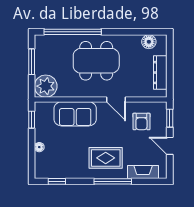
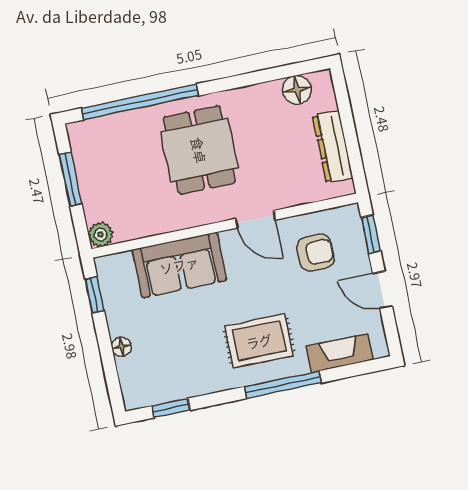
dining table: (96, 61) -> (199, 150), width x0.73
plant: (46, 86) -> (101, 235), width x0.53, depth x0.53
armchair: (141, 121) -> (315, 253), turned -90

